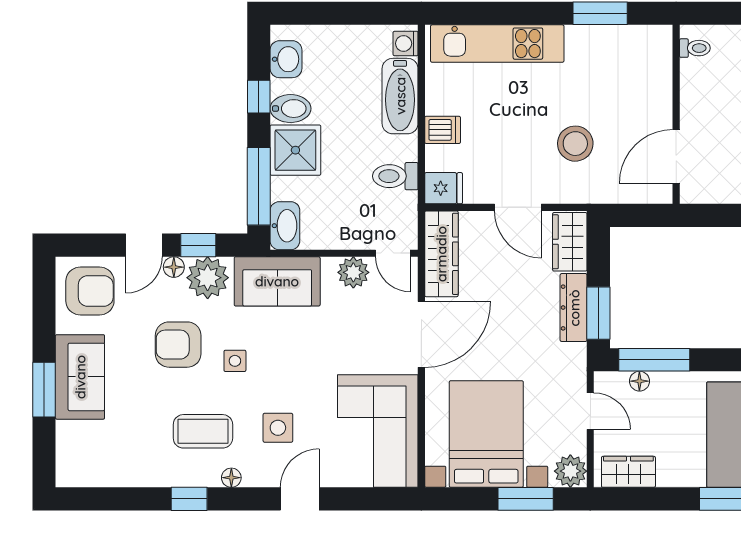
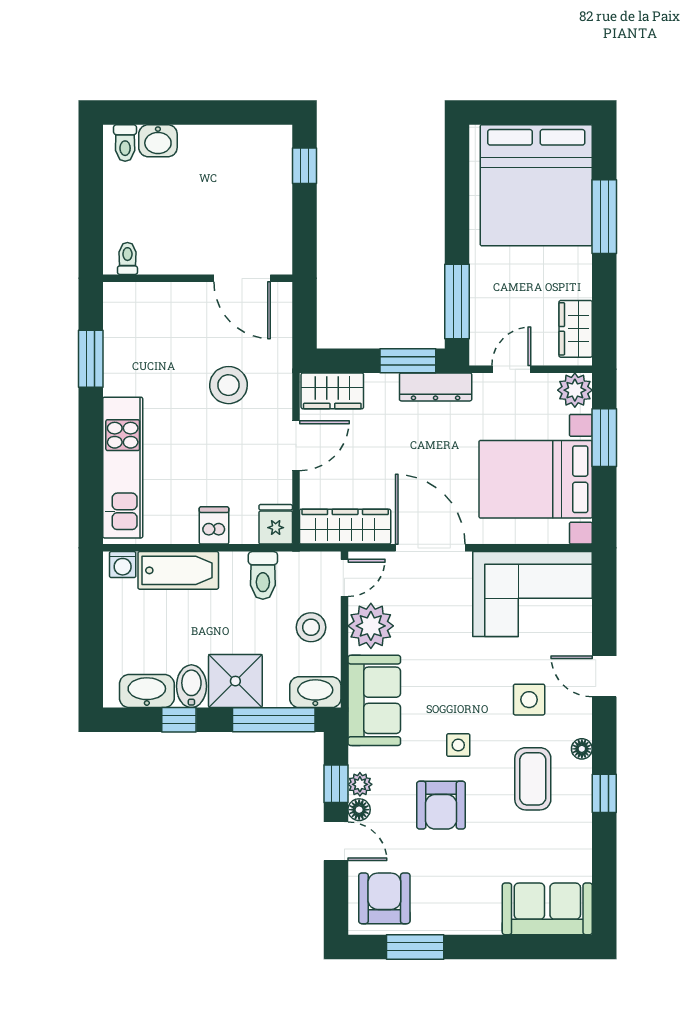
washbasin: (286, 59) -> (147, 691), width x1.38
stool: (346, 222) -> (311, 627), added
plant: (353, 272) -> (371, 626), width x1.36, depth x1.36
plant: (208, 278) -> (360, 784), width x0.53, depth x0.53
dresser: (574, 308) -> (436, 387), moved
sofa: (80, 377) -> (547, 909), moved
floor lamp: (639, 381) -> (480, 317), removed
window: (44, 390) -> (415, 947), moved

